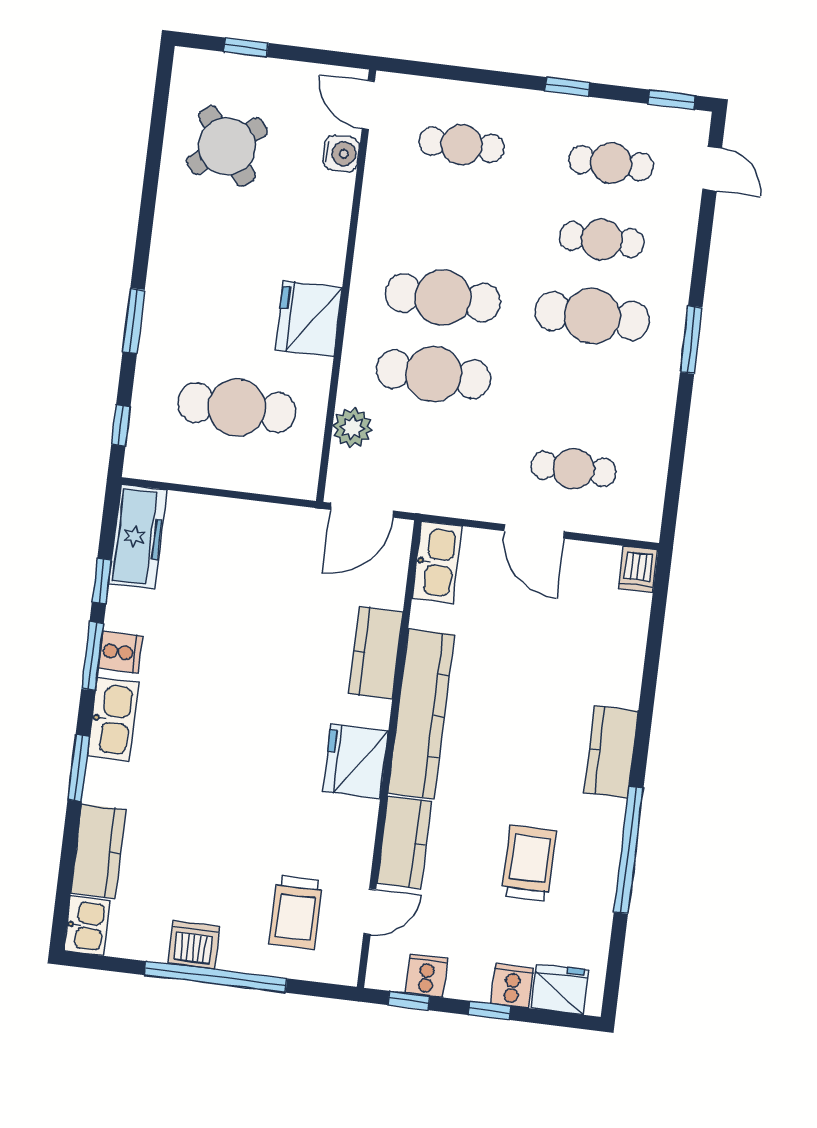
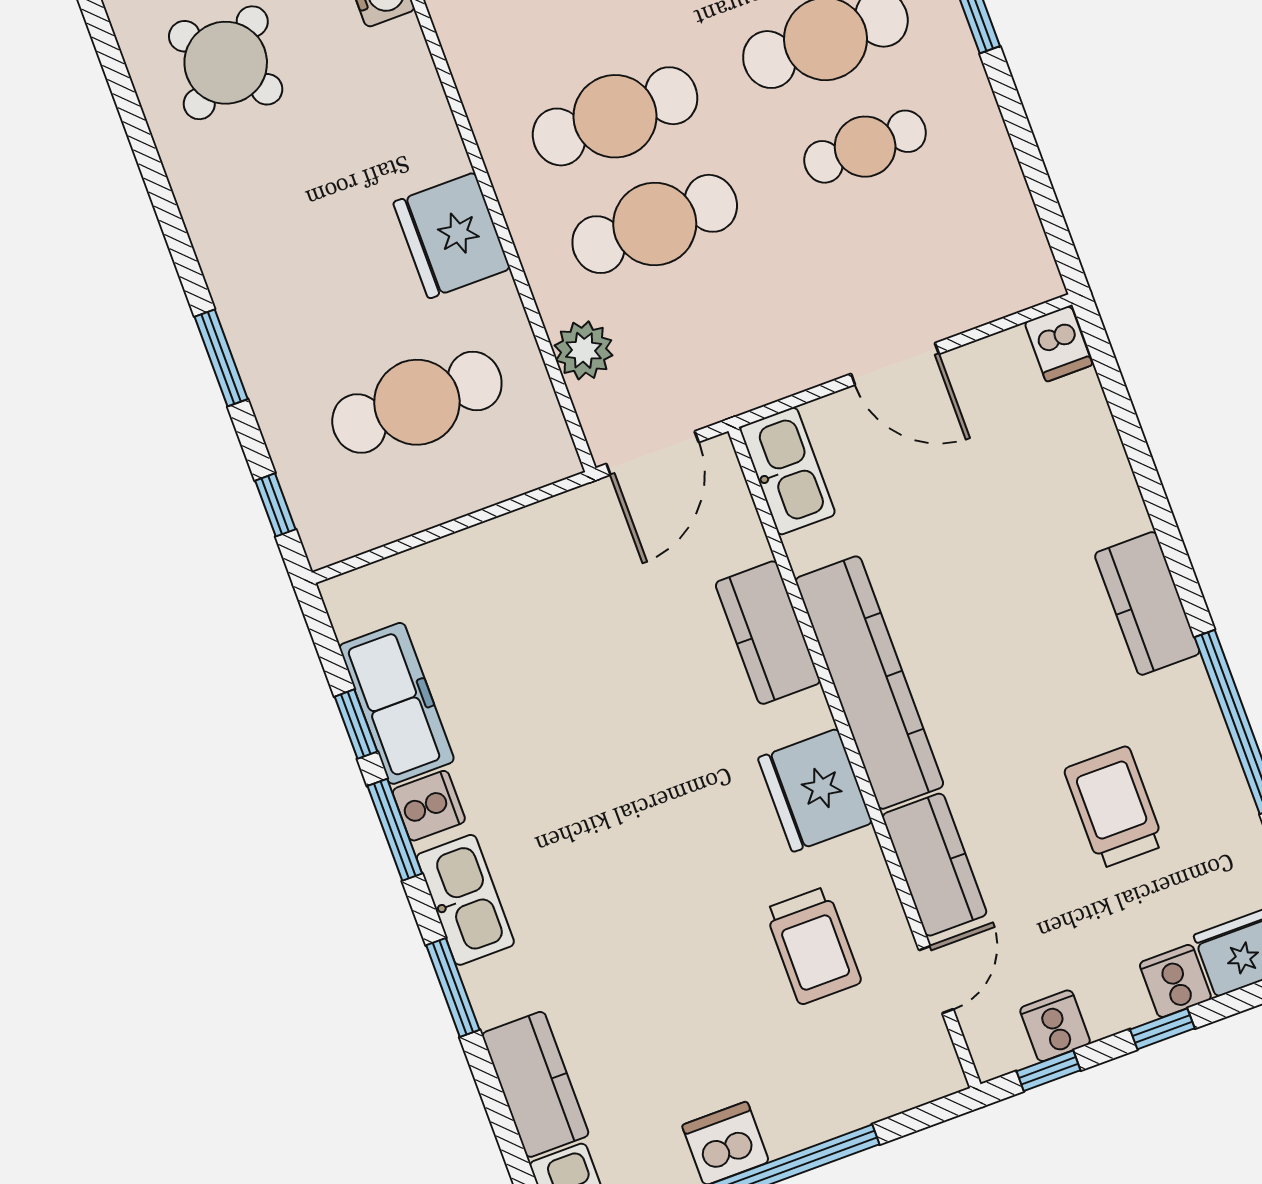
cafe table: (574, 469) -> (865, 147), moved
freezer: (138, 537) -> (397, 703), moved
trolley: (296, 912) -> (813, 946), moved

